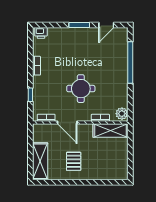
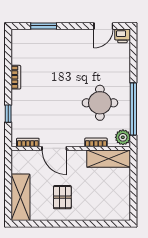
window: (79, 25) -> (44, 26), moved
printer: (41, 33) -> (122, 36), moved
window: (130, 63) -> (133, 109), moved
round table: (81, 89) -> (100, 103), moved

